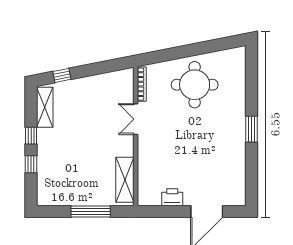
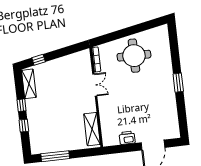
double door: (136, 119) -> (95, 85), swing flipped
window: (91, 211) -> (55, 156), moved

